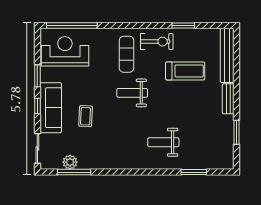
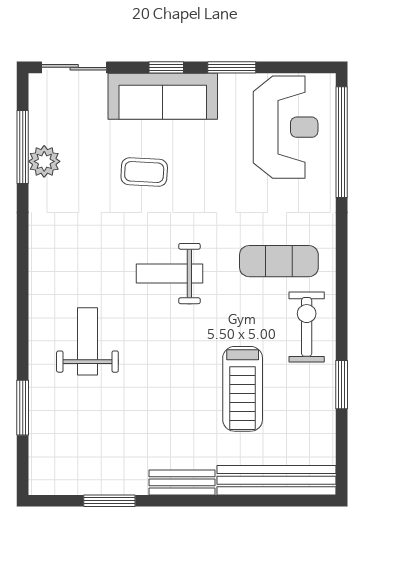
exercise bike: (157, 42) -> (307, 327), turned 180
weight bench: (132, 93) -> (170, 274), moved, turned -90
plant: (70, 162) -> (44, 161), moved

